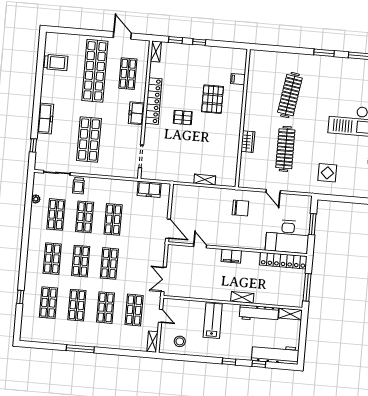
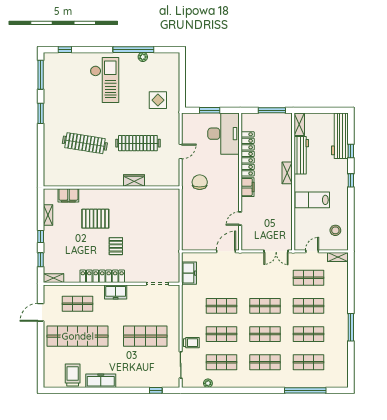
filing cabinet: (238, 79) -> (68, 195), width x2.00
freezer: (45, 119) -> (101, 381), moved
shelving: (205, 180) -> (48, 215), moved
locker: (283, 261) -> (248, 154), moved
window: (20, 297) -> (305, 390), width x3.17

